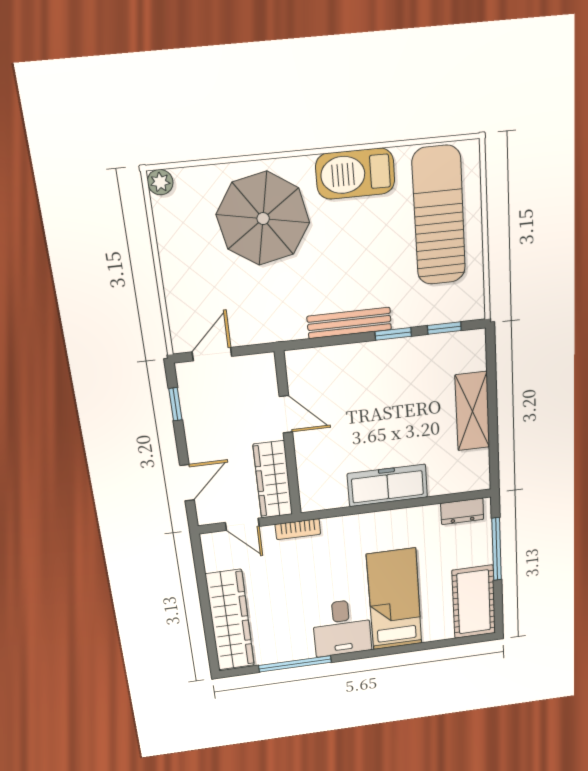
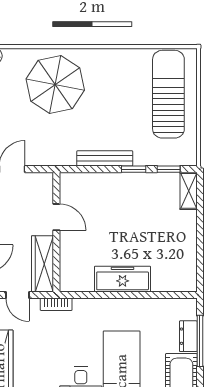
barbecue: (355, 174) -> (116, 62), removed
shelving: (472, 411) -> (189, 191), moved, width x0.67, depth x0.75
dresser: (462, 511) -> (188, 336), moved, turned 90

